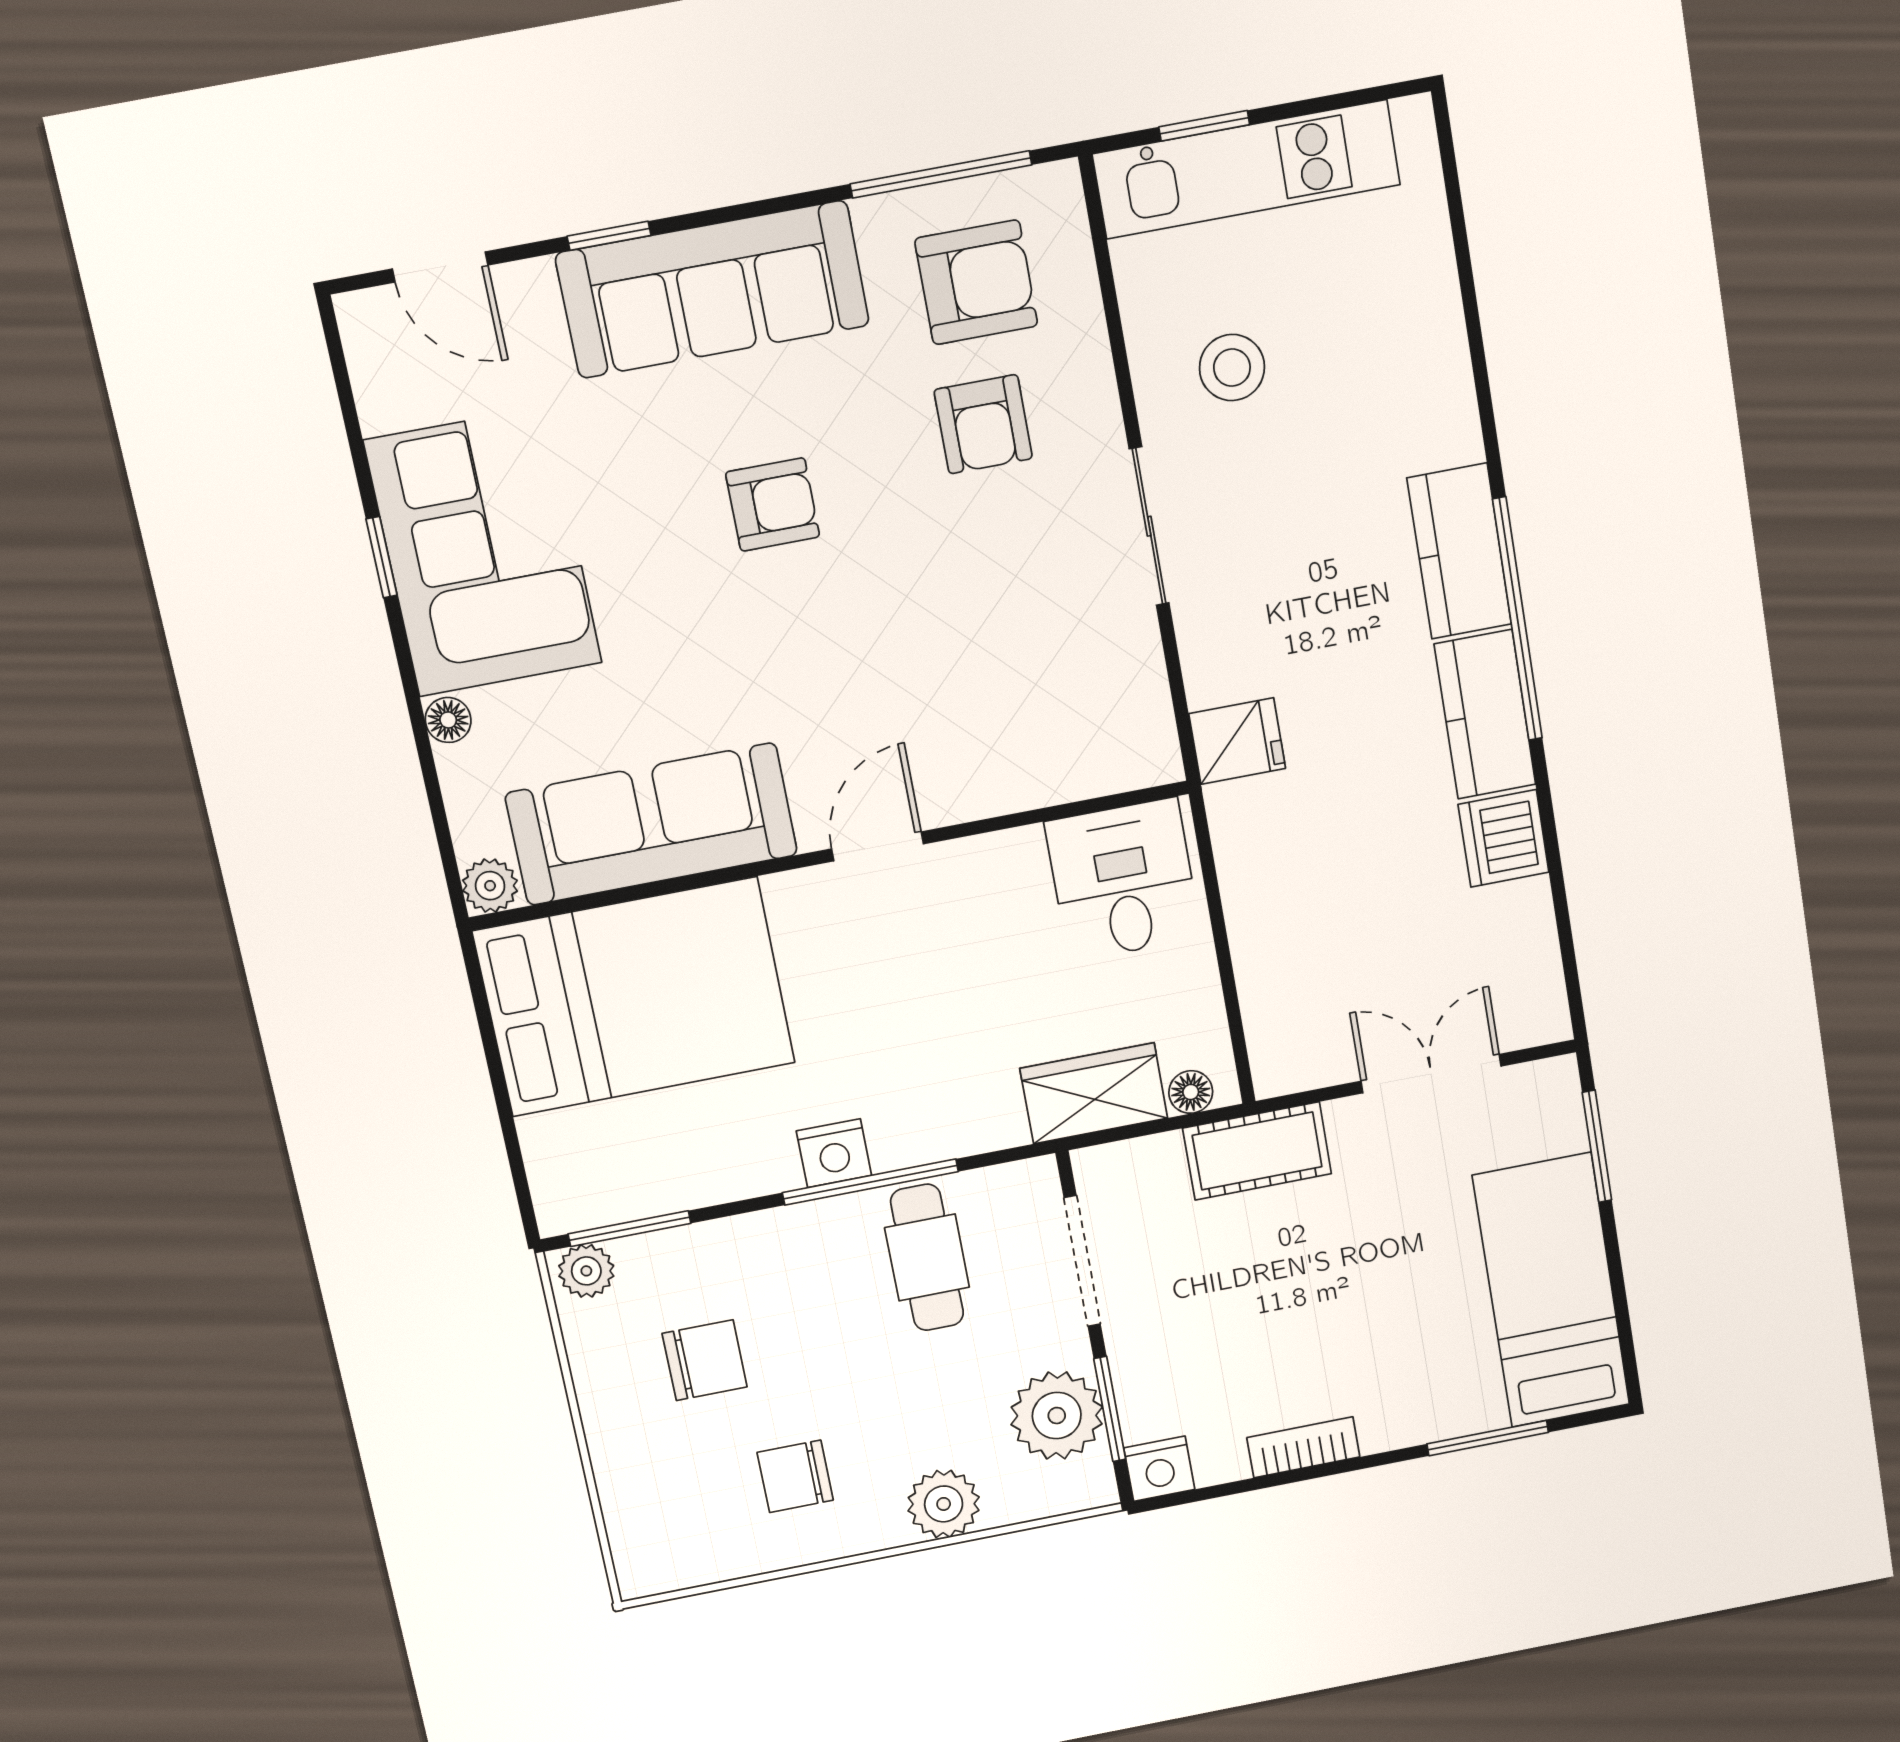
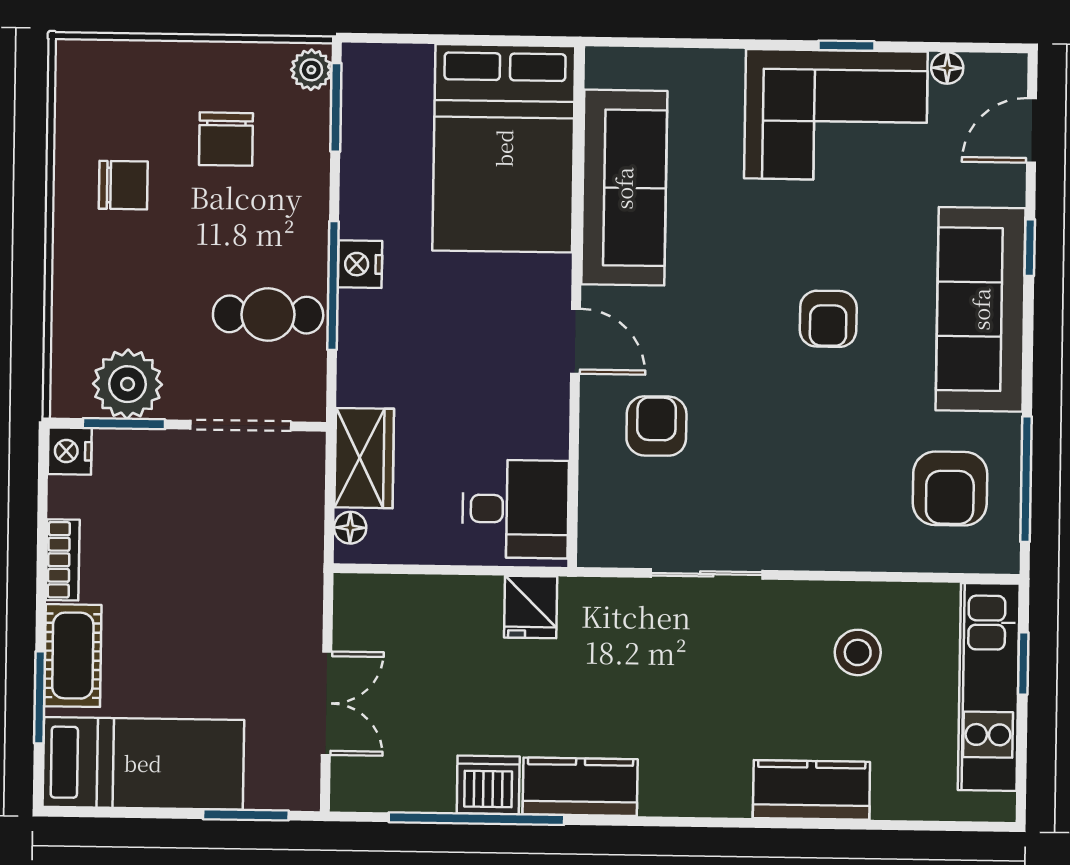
armchair: (983, 424) -> (656, 426), moved, turned 90
sliding door: (1149, 526) -> (707, 574), moved
kitchen counter: (1459, 551) -> (811, 790), moved
window: (1518, 619) -> (476, 819), moved
floor lamp: (448, 720) -> (947, 68), moved
fridge: (1237, 741) -> (531, 607), moved
plant: (490, 886) -> (604, 66), removed
cot: (1257, 1151) -> (73, 656), moved
chair: (795, 1476) -> (123, 185), turned 90
plant: (944, 1504) -> (78, 288), removed

